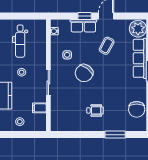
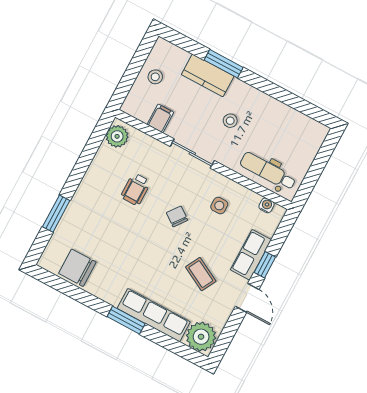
dental chair: (20, 41) -> (268, 171), moved
chair: (84, 73) -> (177, 216), width x0.54, depth x0.54
wheelchair: (95, 110) -> (136, 189), moved
plant: (60, 125) -> (117, 136), added

